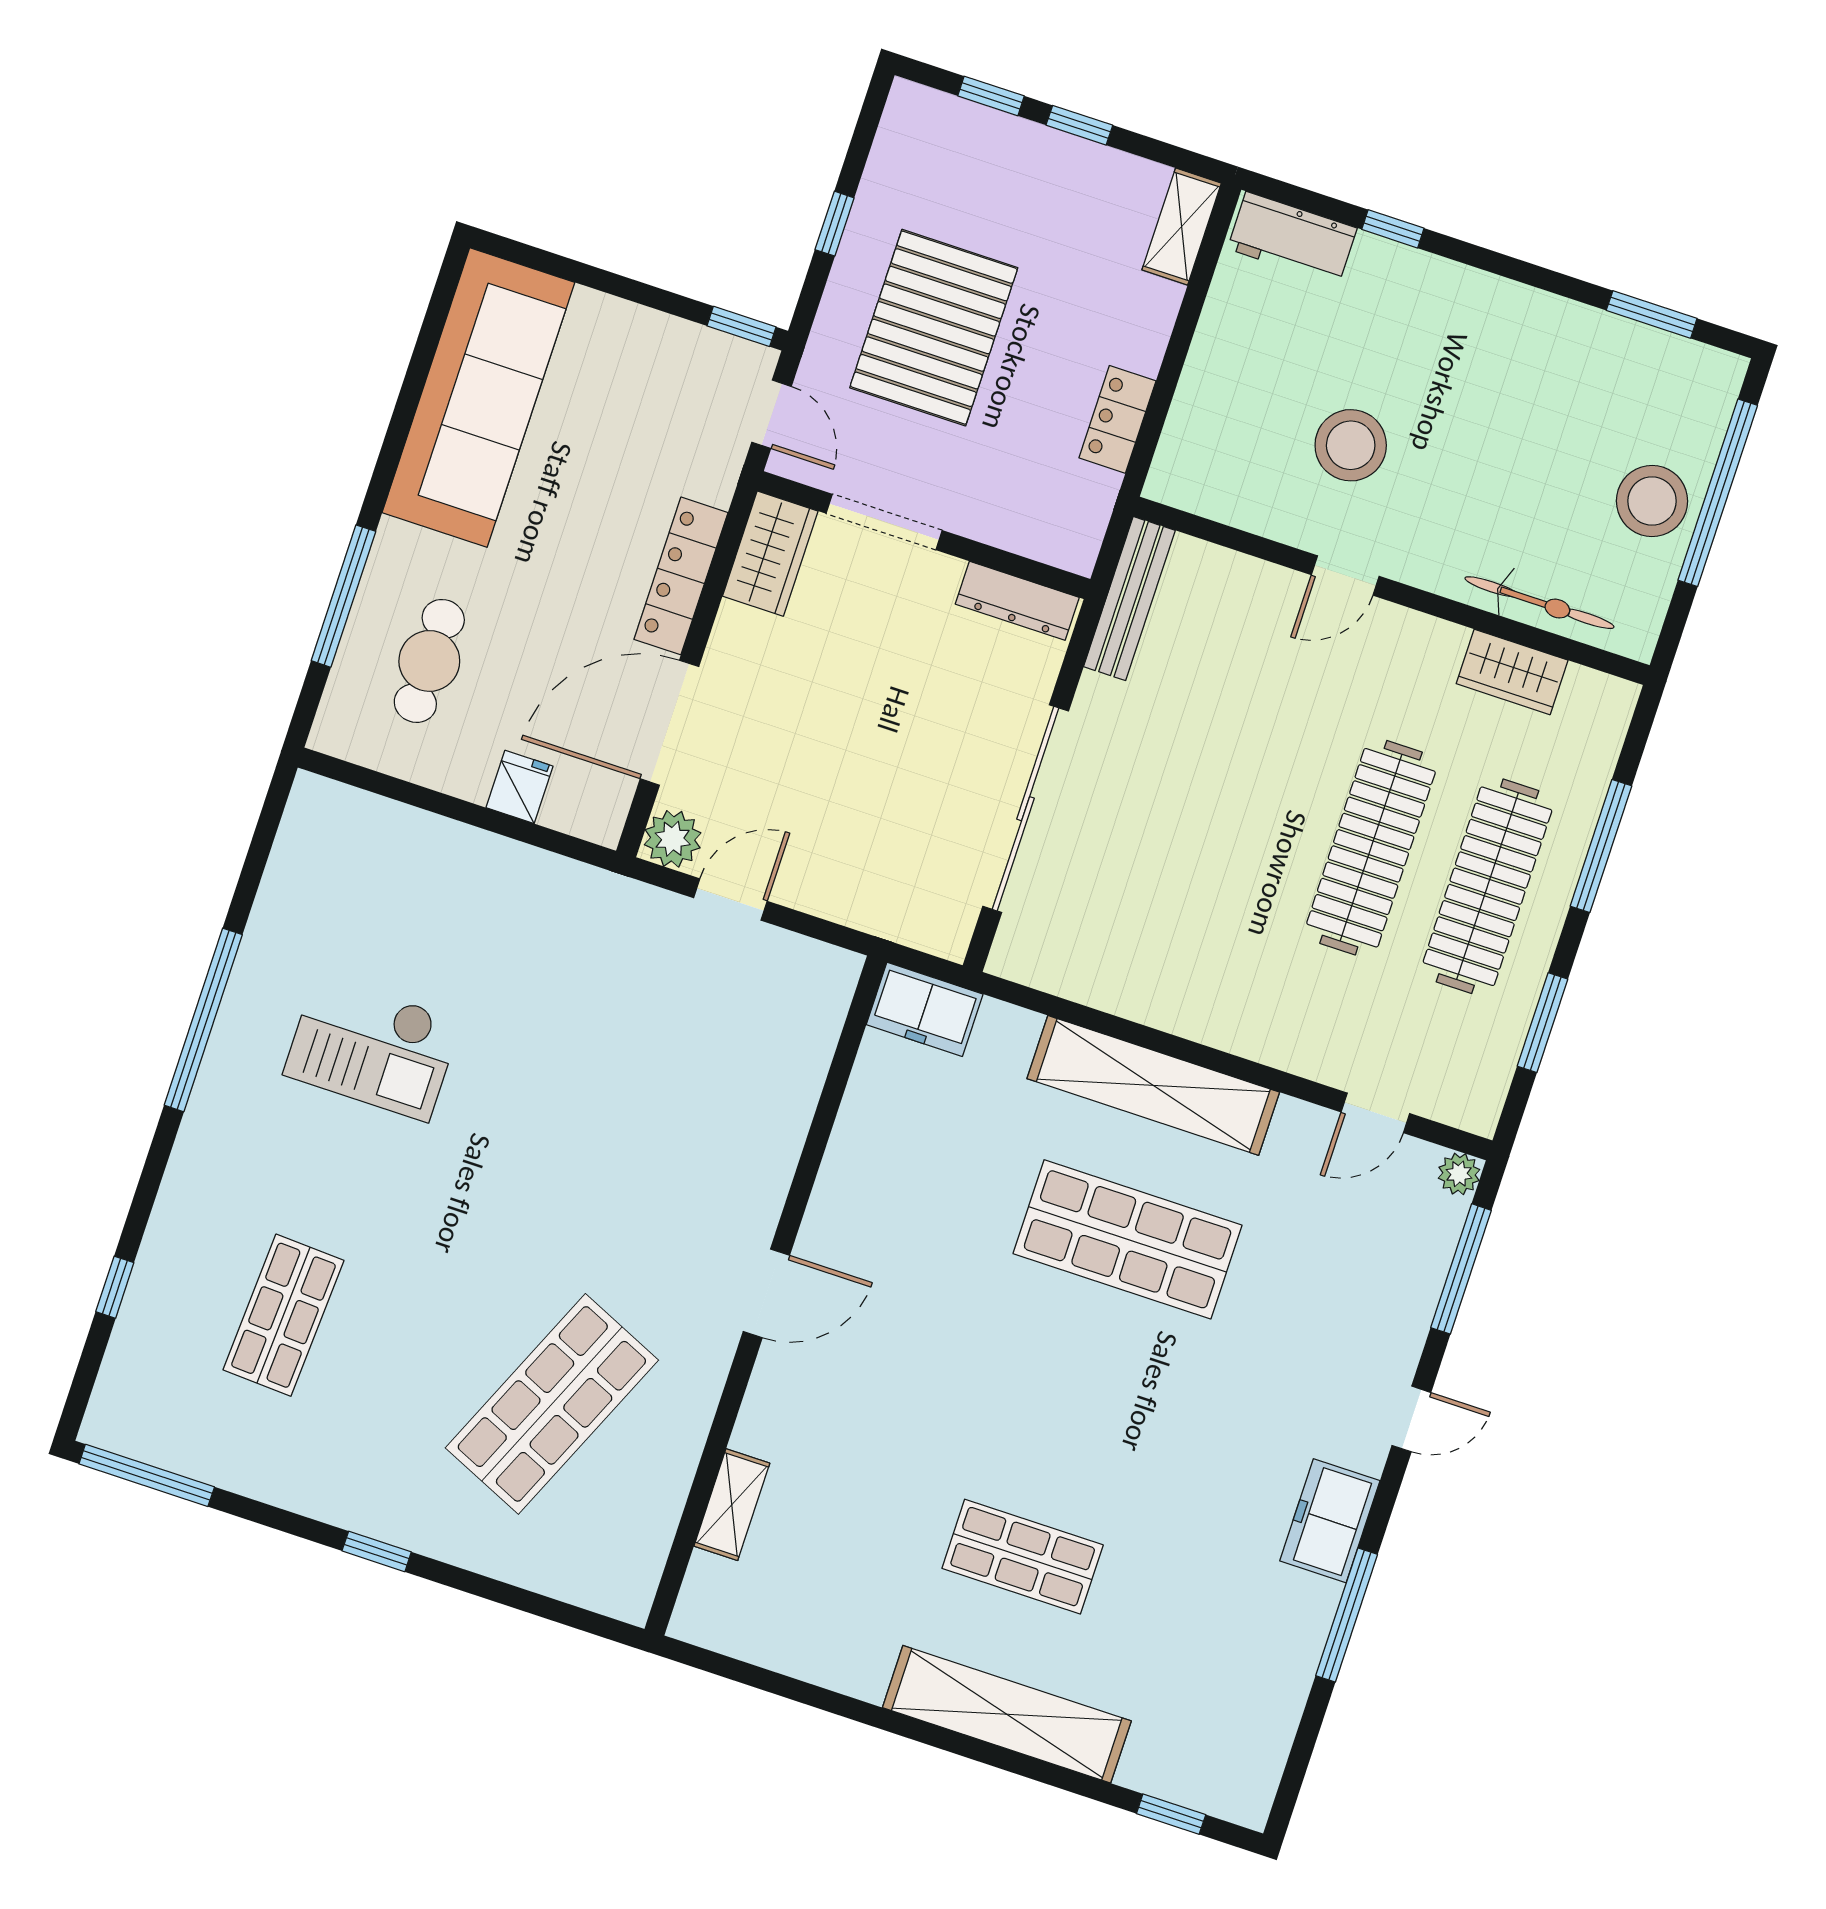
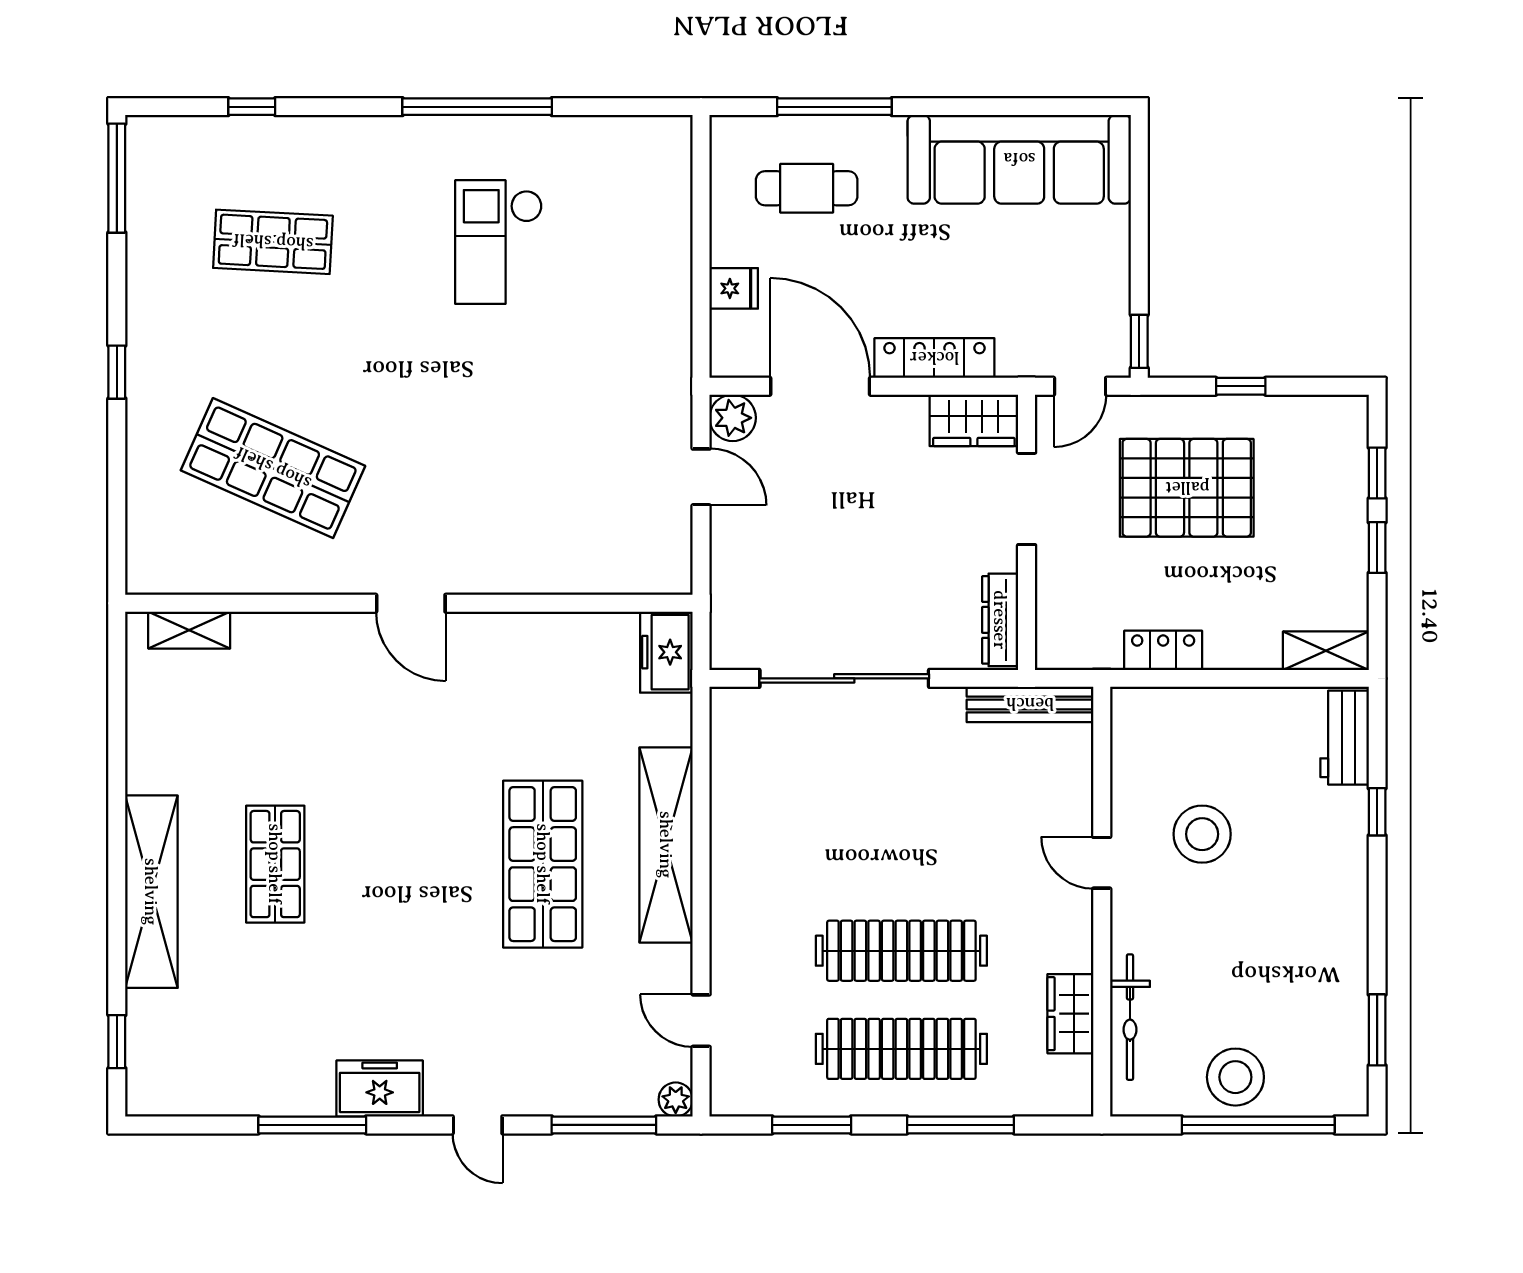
shelving: (732, 1505) -> (189, 630), moved

